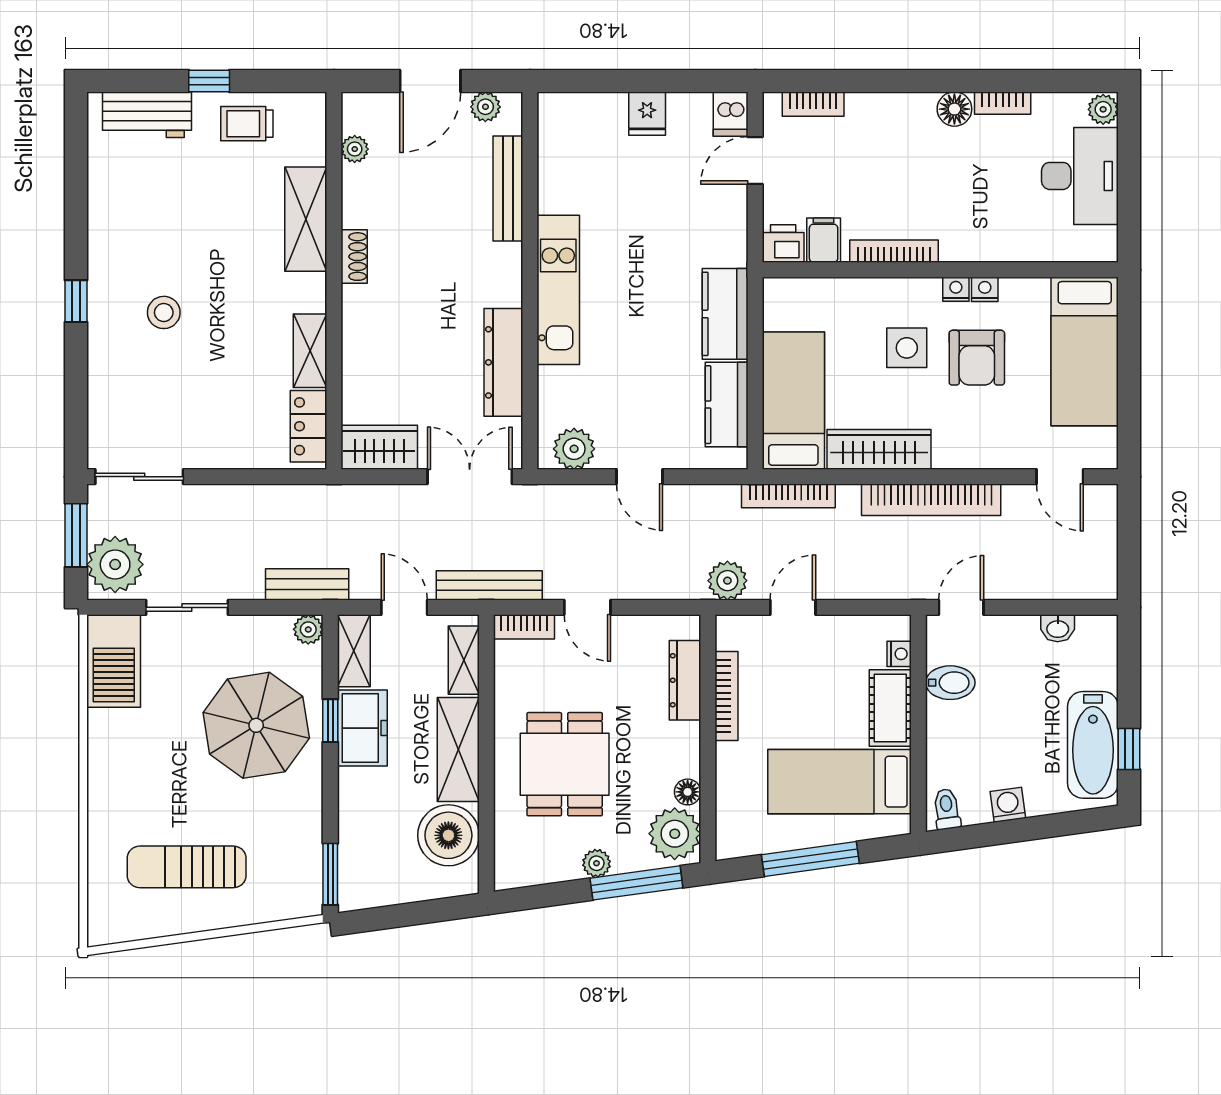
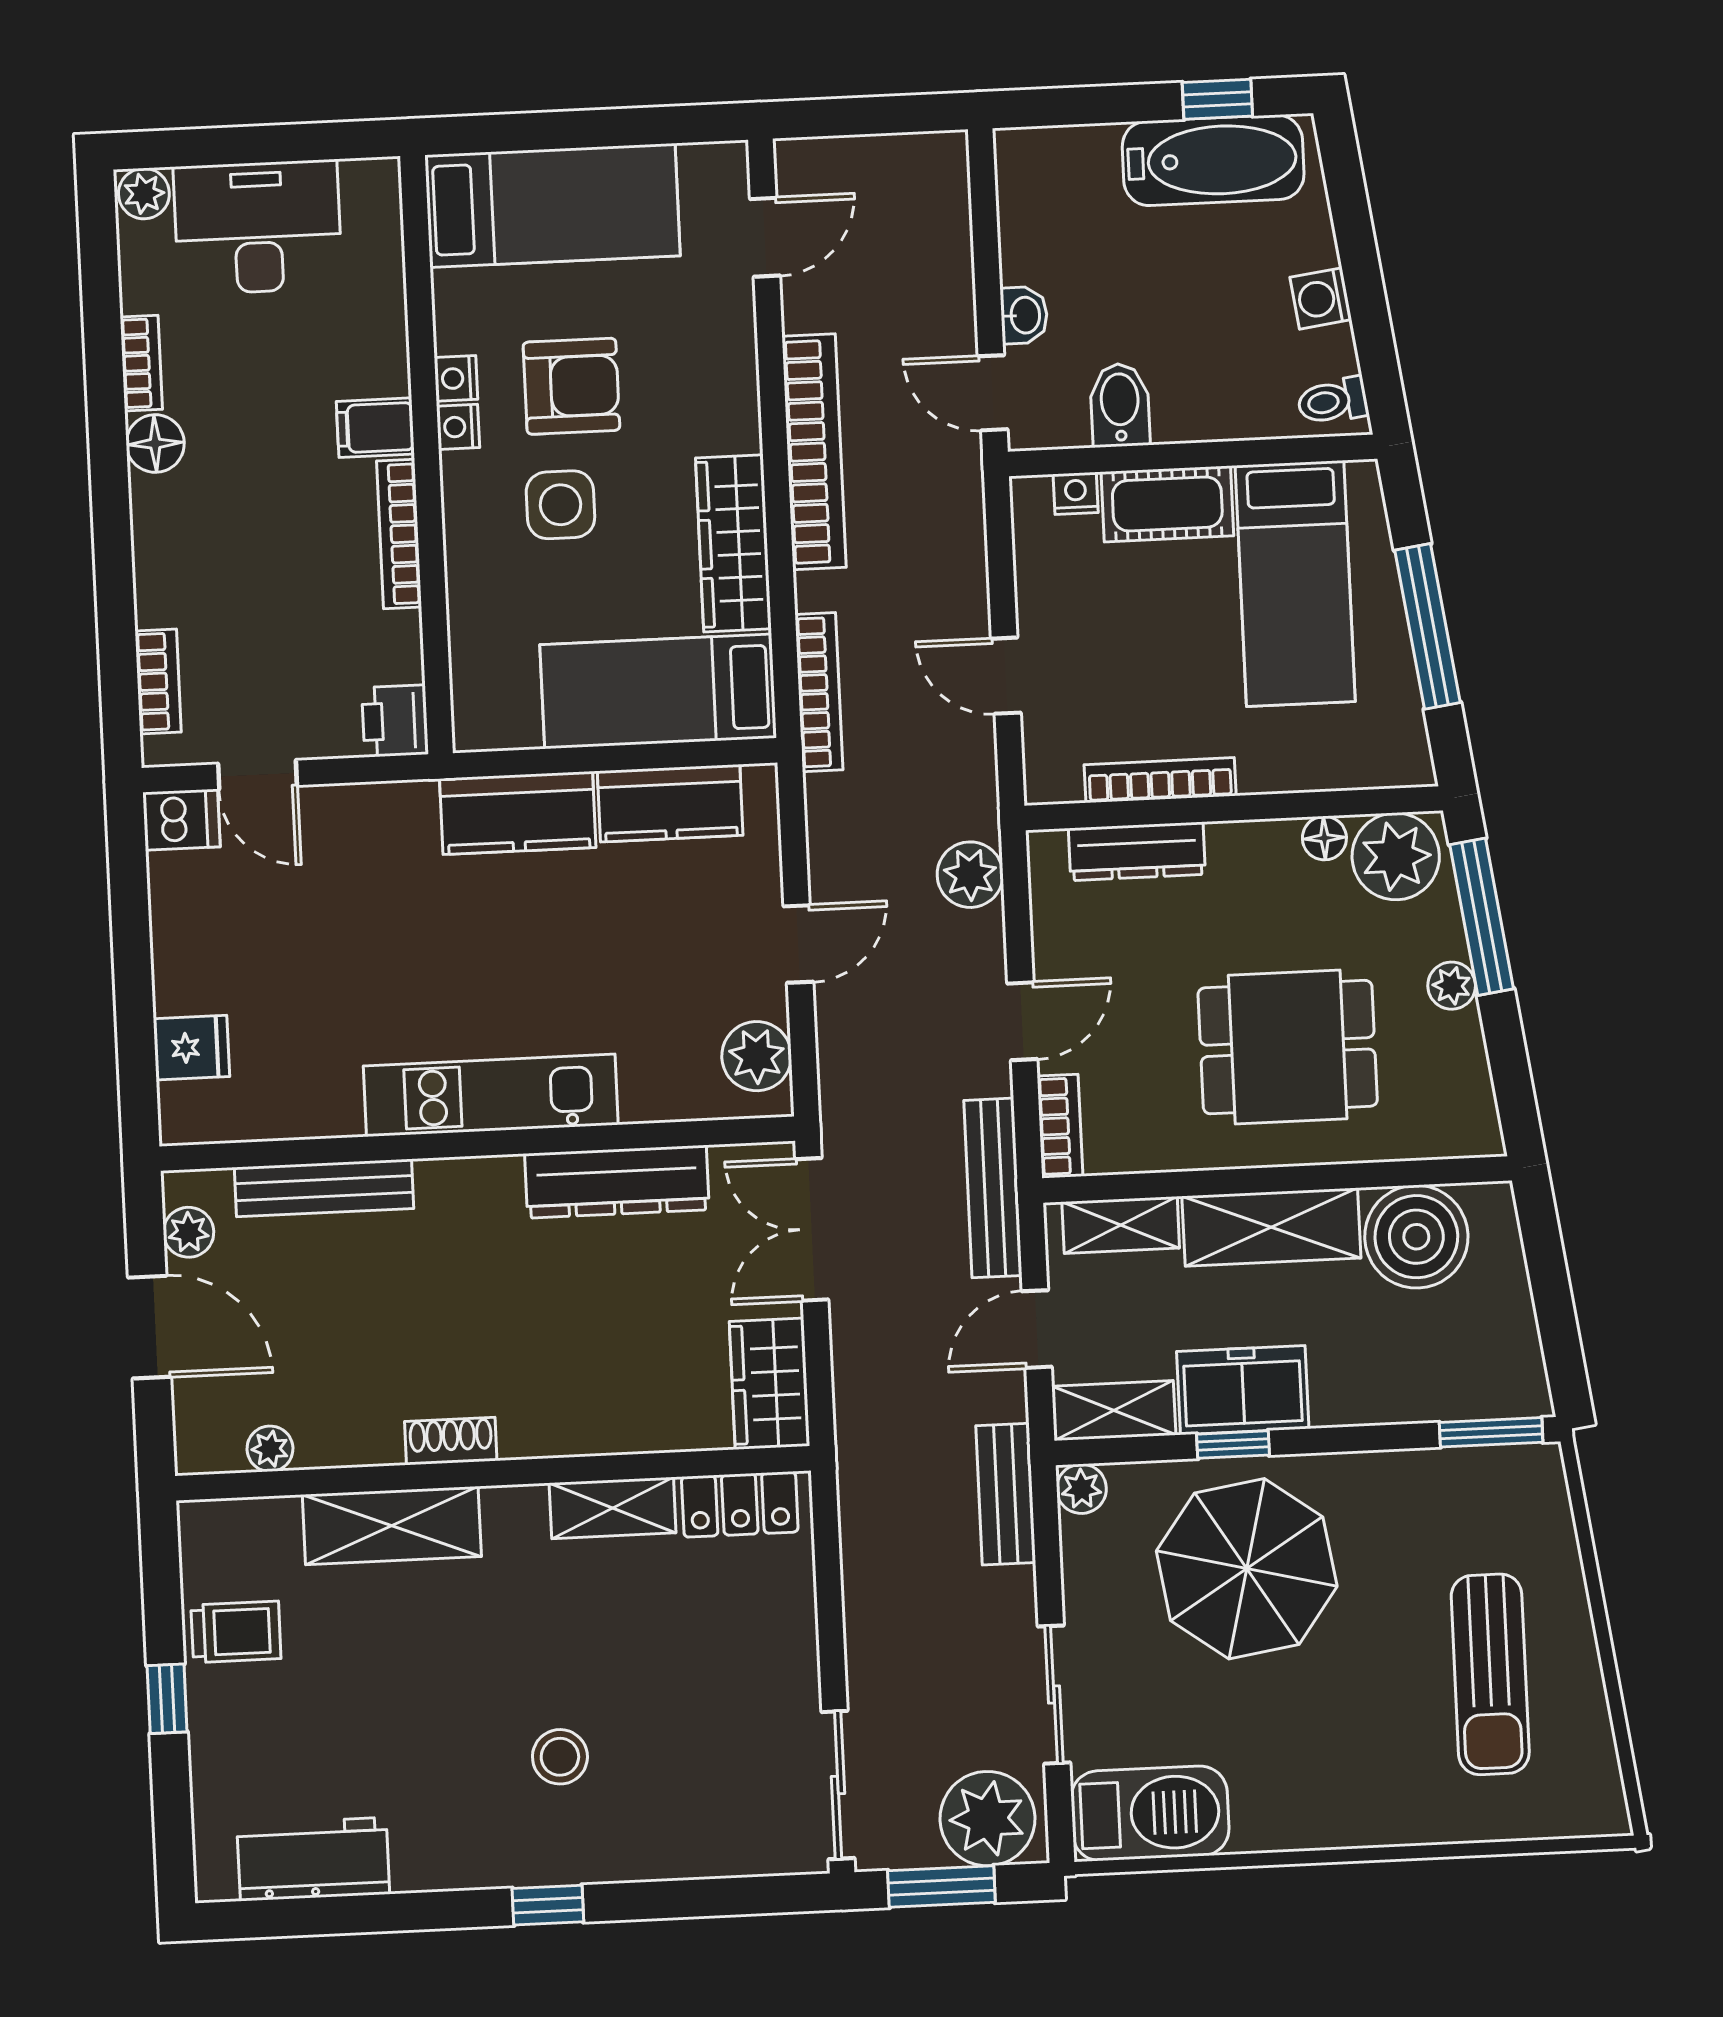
fridge: (647, 114) -> (191, 1048), moved
workbench: (147, 115) -> (313, 1859), moved, turned -90
trolley: (247, 124) -> (236, 1632), turned -90
filing cabinet: (824, 240) -> (375, 428), moved
plant: (727, 581) -> (970, 875), moved
washbasin: (1058, 628) -> (1024, 315), moved

